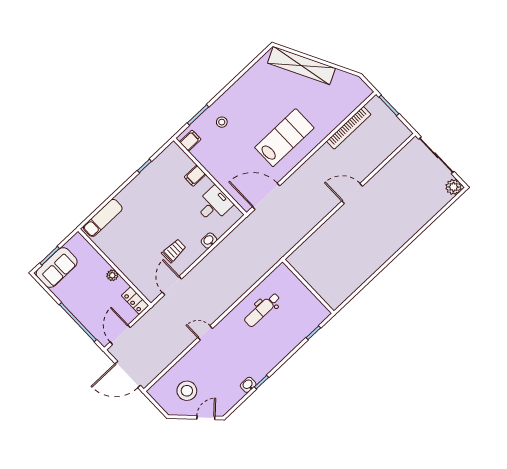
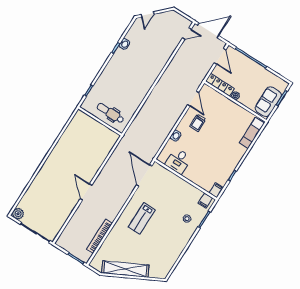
shelving: (301, 66) -> (125, 269), moved
lab bench: (284, 138) -> (142, 219), width x0.73, depth x0.72
filing cabinet: (195, 176) -> (216, 190), moved
door: (352, 194) -> (86, 192), swing flipped
door: (266, 196) -> (144, 175), swing flipped
sofa: (57, 268) -> (268, 102), moved
locker: (135, 300) -> (220, 85), width x1.53
dental chair: (262, 310) -> (110, 113), moved, turned -90
door: (205, 333) -> (187, 34), moved
stool: (187, 391) -> (165, 29), removed

